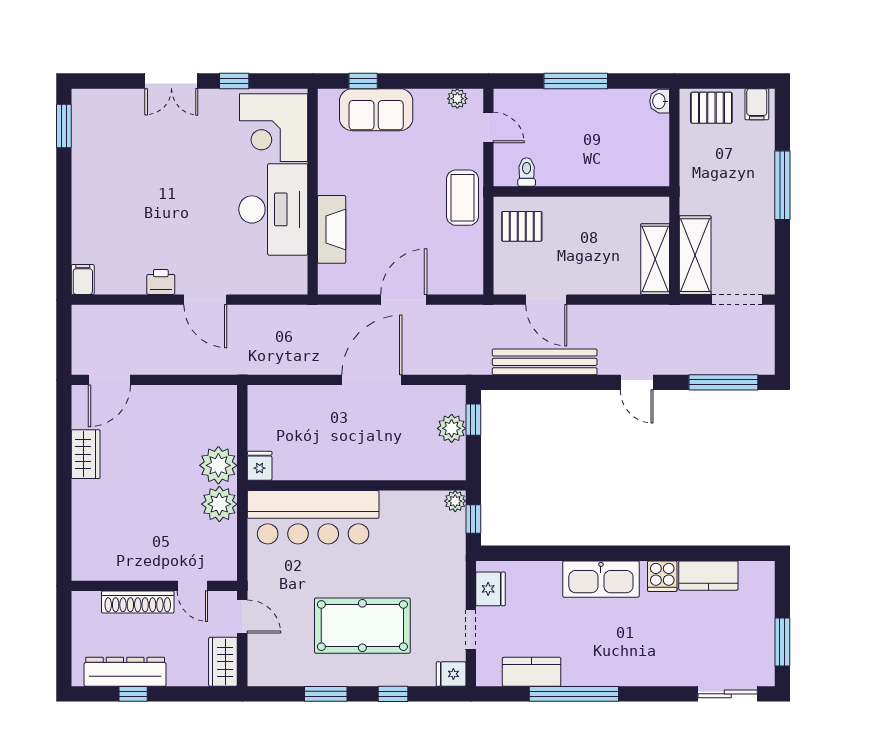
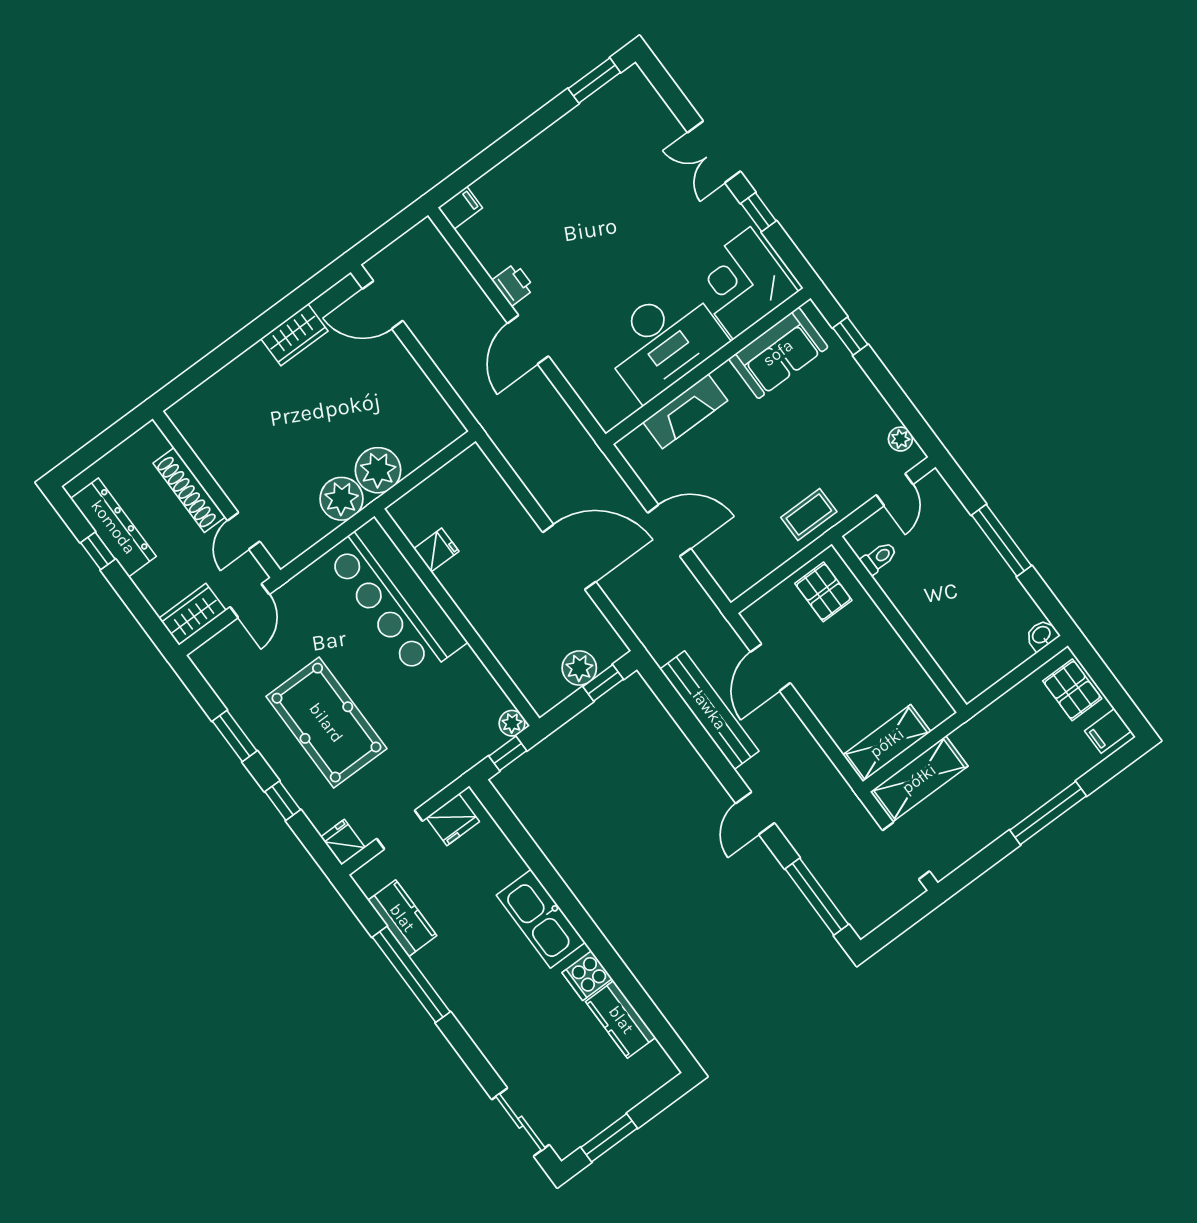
sofa: (376, 110) -> (778, 353), moved, turned -90
coffee table: (462, 198) -> (809, 514), width x0.73, depth x0.77
fridge: (260, 466) -> (436, 550), moved

